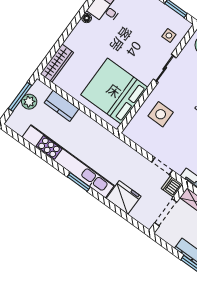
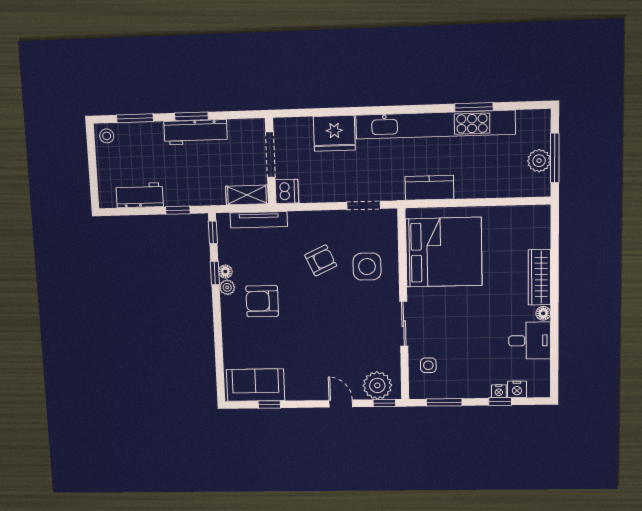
wardrobe: (57, 63) -> (539, 277), moved
kitchen counter: (62, 106) -> (429, 188), moved
armchair: (183, 136) -> (321, 260), added
doorway: (162, 166) -> (363, 205), moved
window: (79, 182) -> (474, 107), moved

